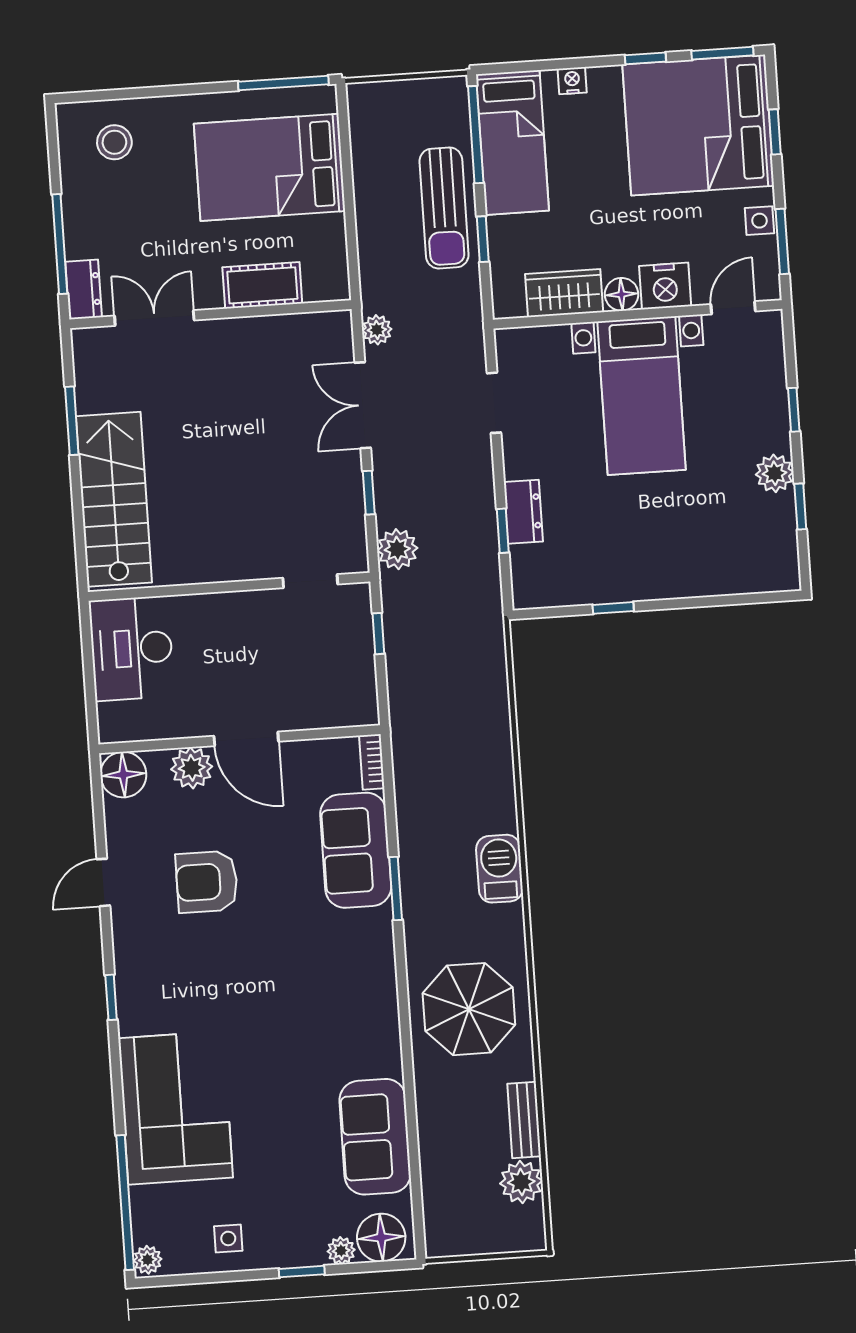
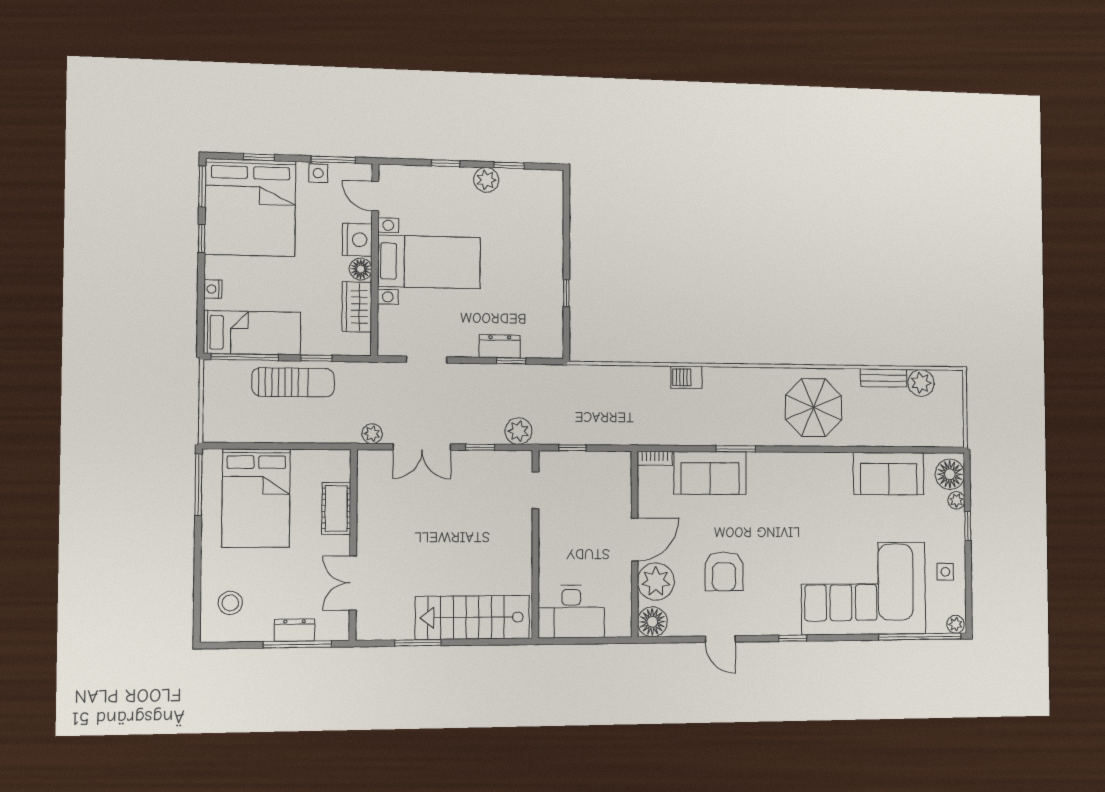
dresser: (84, 289) -> (294, 630), moved
plant: (192, 768) -> (656, 582), width x1.36, depth x1.36
barbecue: (499, 869) -> (686, 377), moved, width x0.73, depth x0.79
corner sofa: (176, 1108) -> (864, 588), width x1.36, depth x1.36

